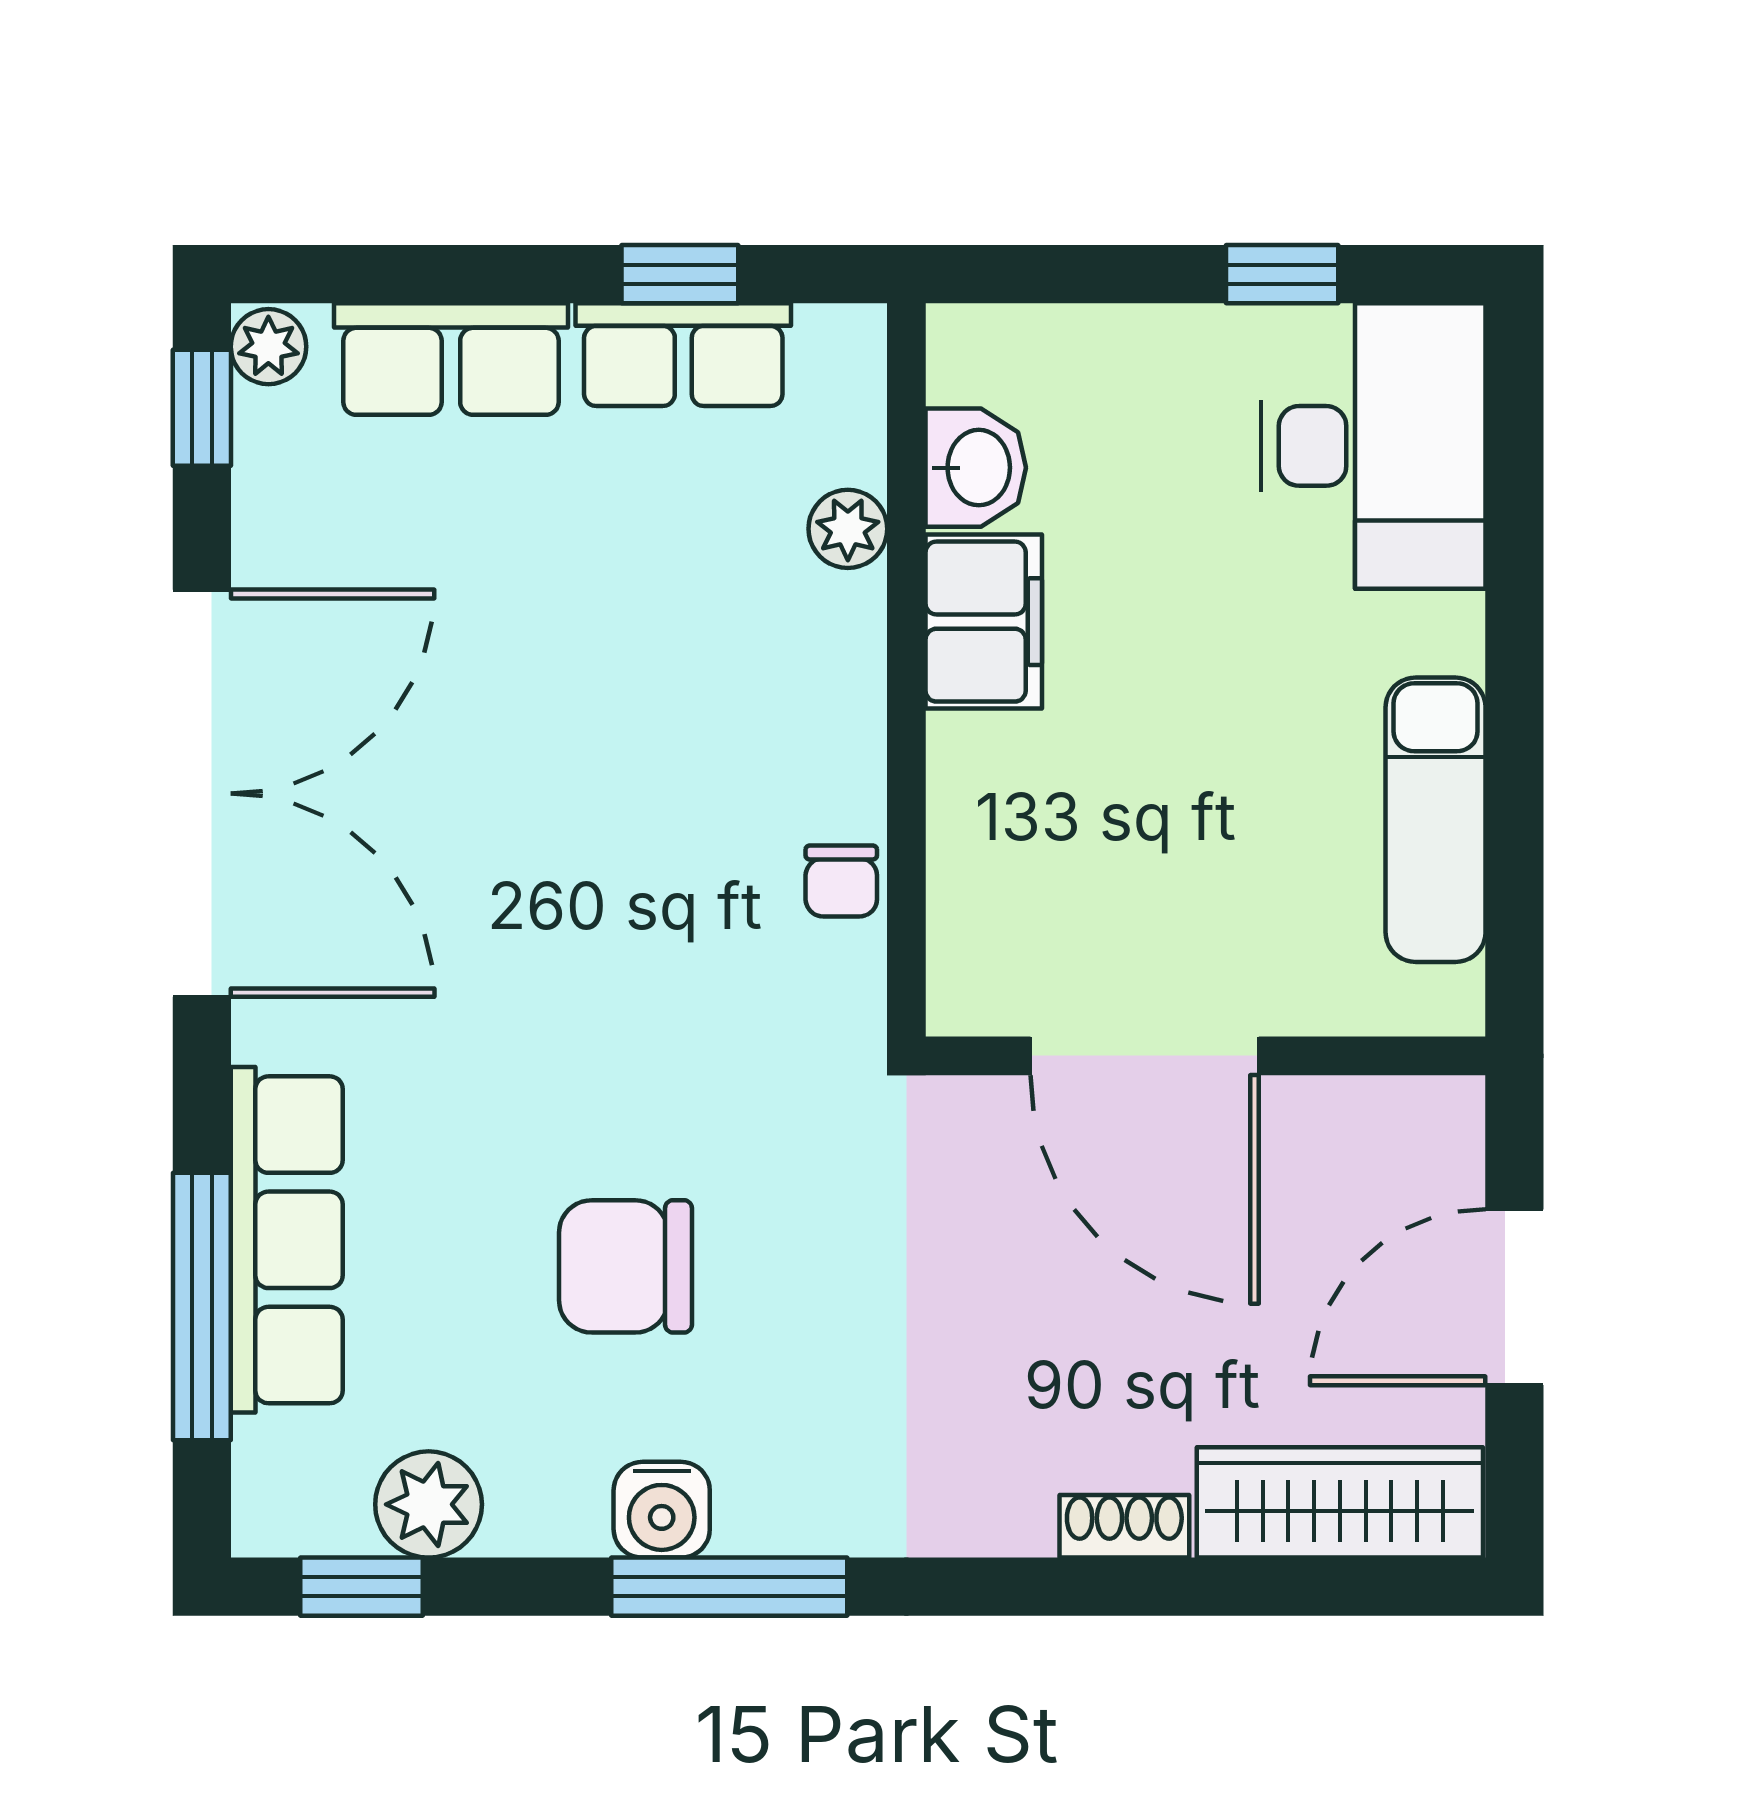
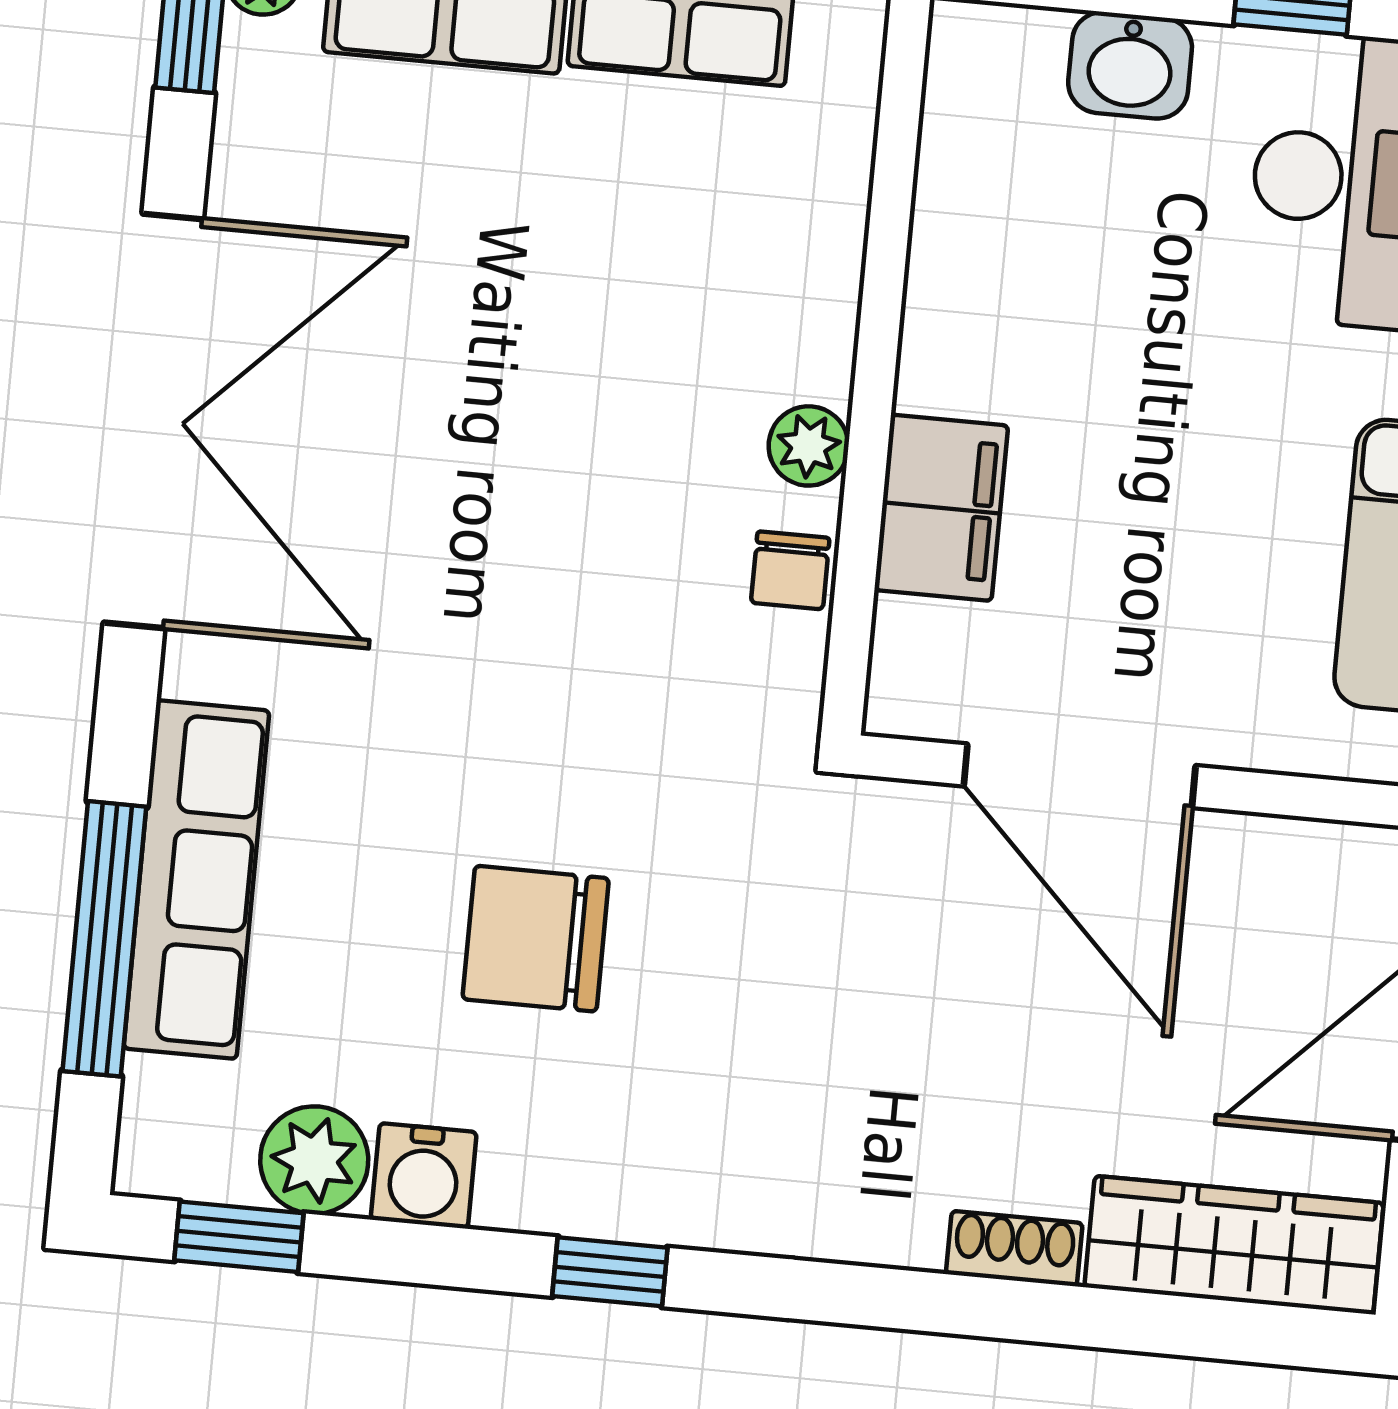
washbasin: (976, 468) -> (1130, 65), moved, turned 90
plant: (848, 529) -> (809, 446), moved
filing cabinet: (984, 622) -> (941, 508), moved
water cooler: (662, 1510) -> (424, 1176), moved
window: (729, 1587) -> (610, 1272), width x0.46

